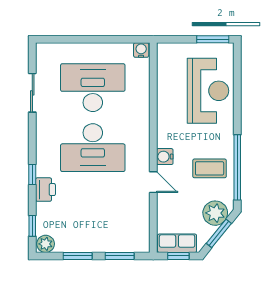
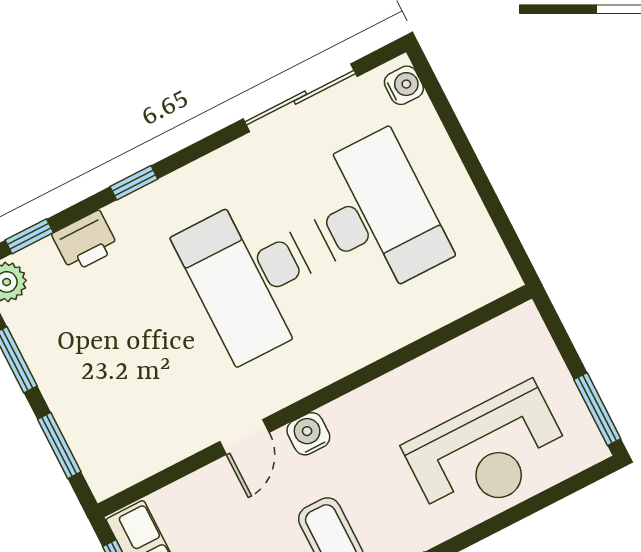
water cooler: (141, 50) -> (404, 85), moved
sliding door: (32, 93) -> (300, 98), width x1.37
printer: (45, 190) -> (85, 241), moved

